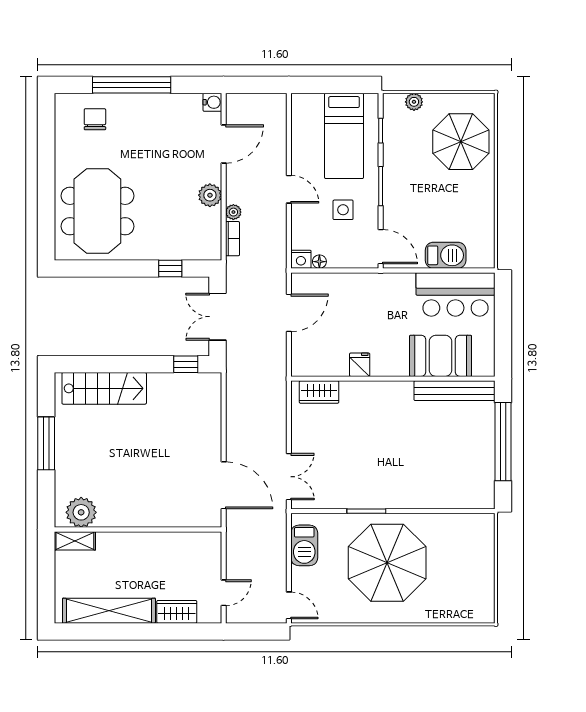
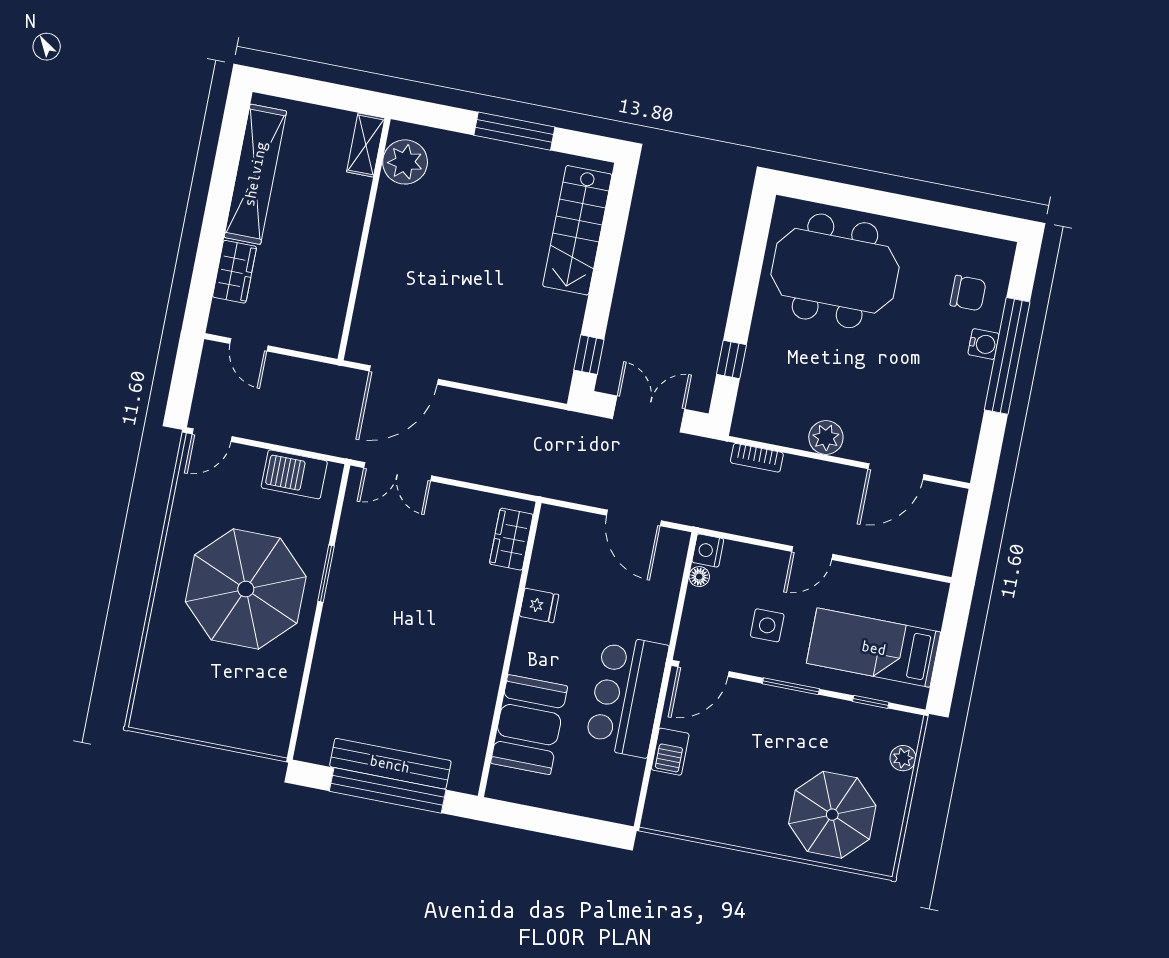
water cooler: (212, 102) -> (984, 344), moved, turned -90
door: (224, 144) -> (896, 472), hinge flipped
plant: (233, 212) -> (795, 467), removed
barbecue: (446, 255) -> (670, 752), width x0.73, depth x0.79
bar counter: (455, 294) -> (627, 696), moved
bench: (455, 391) -> (390, 764), moved, turned 90

